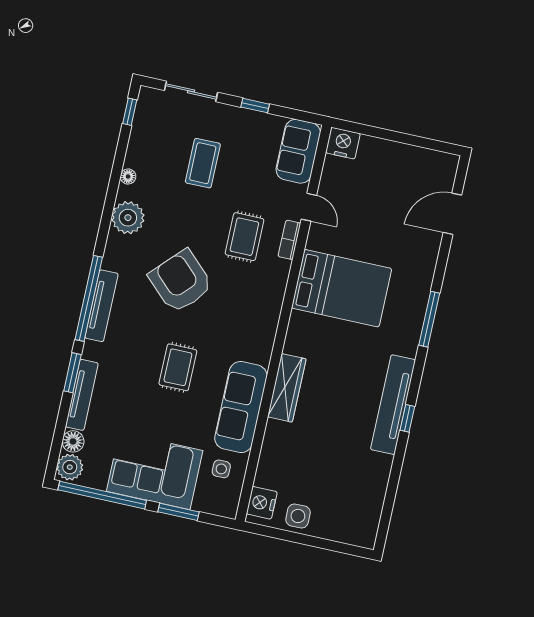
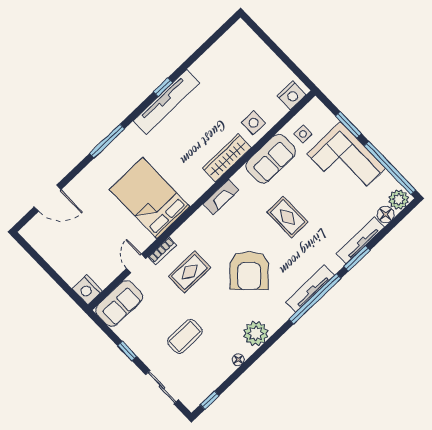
fireplace: (265, 341) -> (221, 197), added
rug: (178, 367) -> (287, 217), turned 90
sofa: (241, 407) -> (271, 159), width x0.73
side table: (298, 516) -> (253, 123), moved

